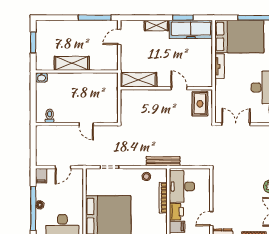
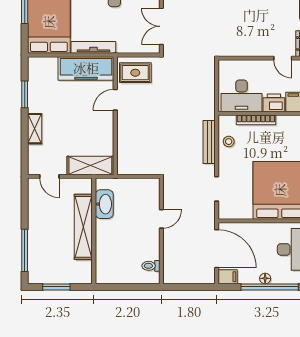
window: (95, 18) -> (25, 250), moved
freezer: (191, 29) -> (86, 68), moved, turned 90
shelving: (72, 63) -> (83, 227), width x1.47
tv unit: (220, 66) -> (93, 47), width x1.41
washbasin: (41, 77) -> (104, 204), moved, width x1.91, depth x1.45
shelving: (139, 80) -> (90, 165), moved, turned 90
bench: (163, 161) -> (209, 142), moved
door: (63, 167) -> (217, 249), width x1.87

